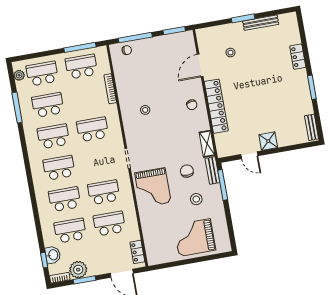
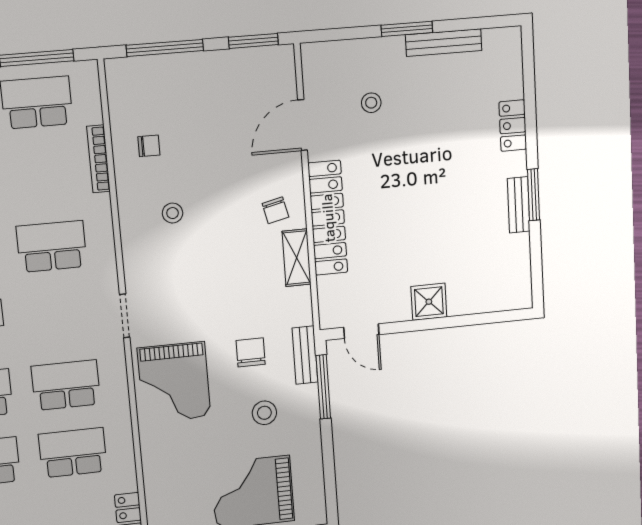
chair: (127, 50) -> (149, 146), moved
bench: (312, 127) -> (519, 205), moved
shelving: (207, 144) -> (297, 258), moved
door: (249, 155) -> (361, 331), moved

